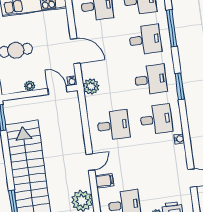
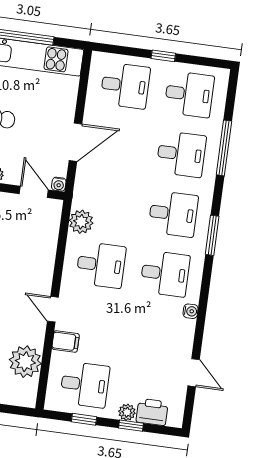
door: (75, 51) -> (75, 142), hinge flipped
plant: (91, 87) -> (81, 222), moved
door: (90, 162) -> (53, 309), swing flipped

